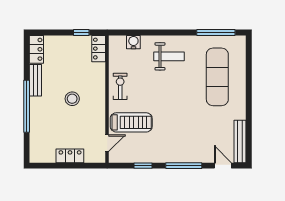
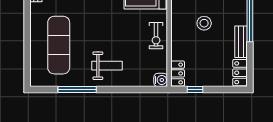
window: (216, 33) -> (77, 90), moved
water cooler: (133, 42) -> (161, 80), moved, turned -90
weight bench: (169, 56) -> (107, 66), turned 180

